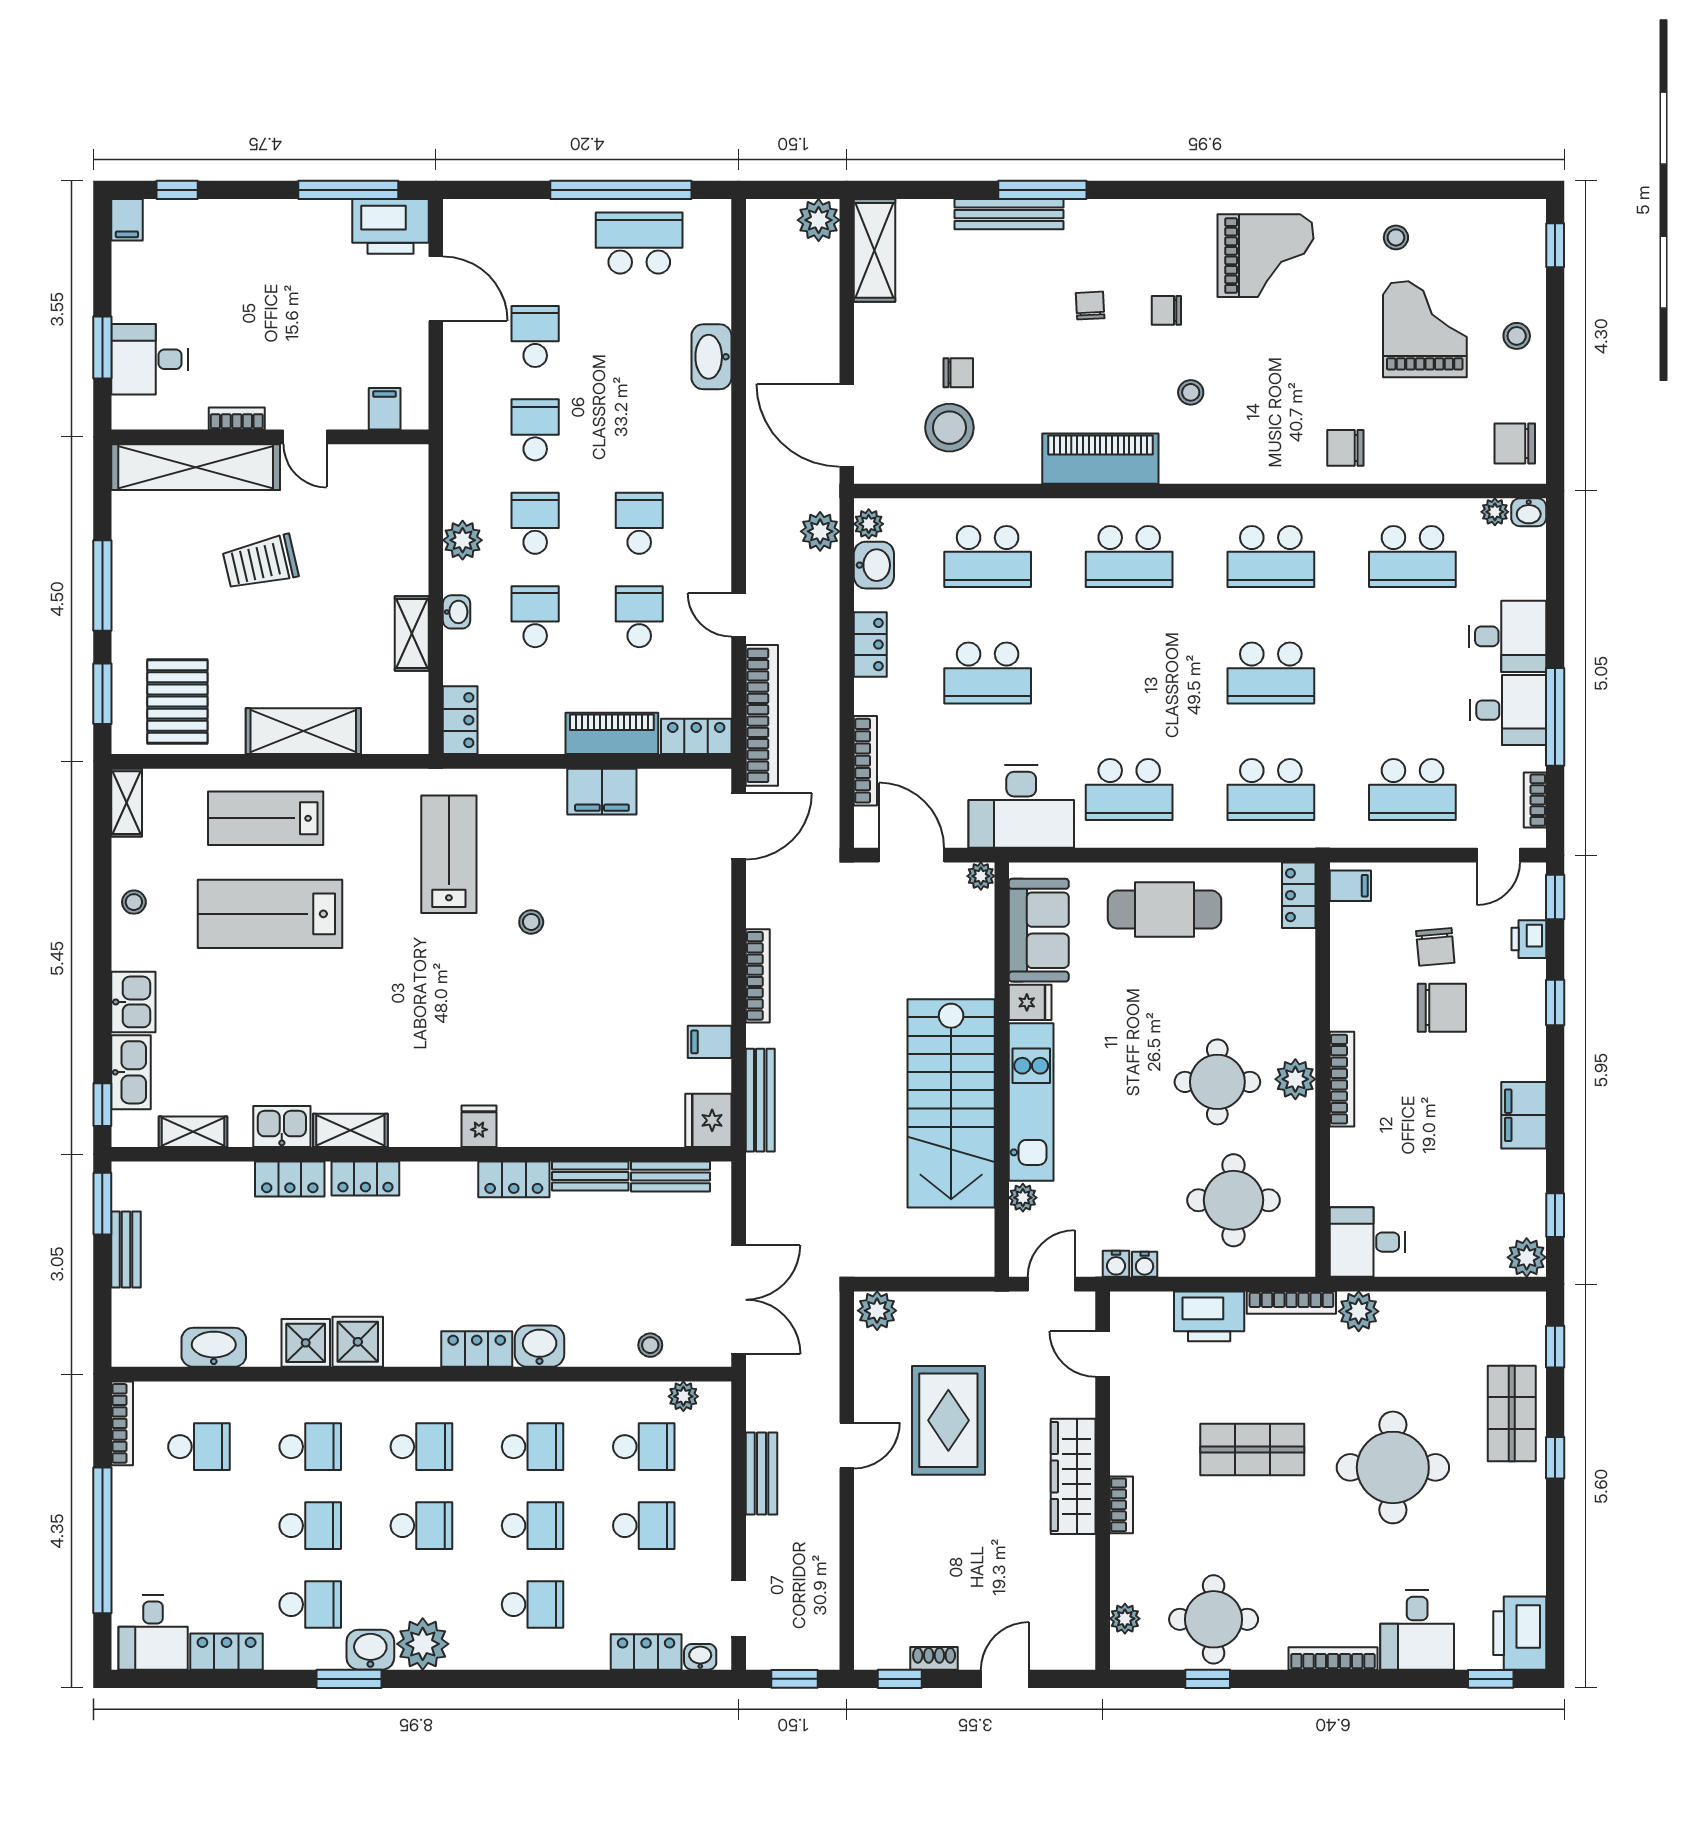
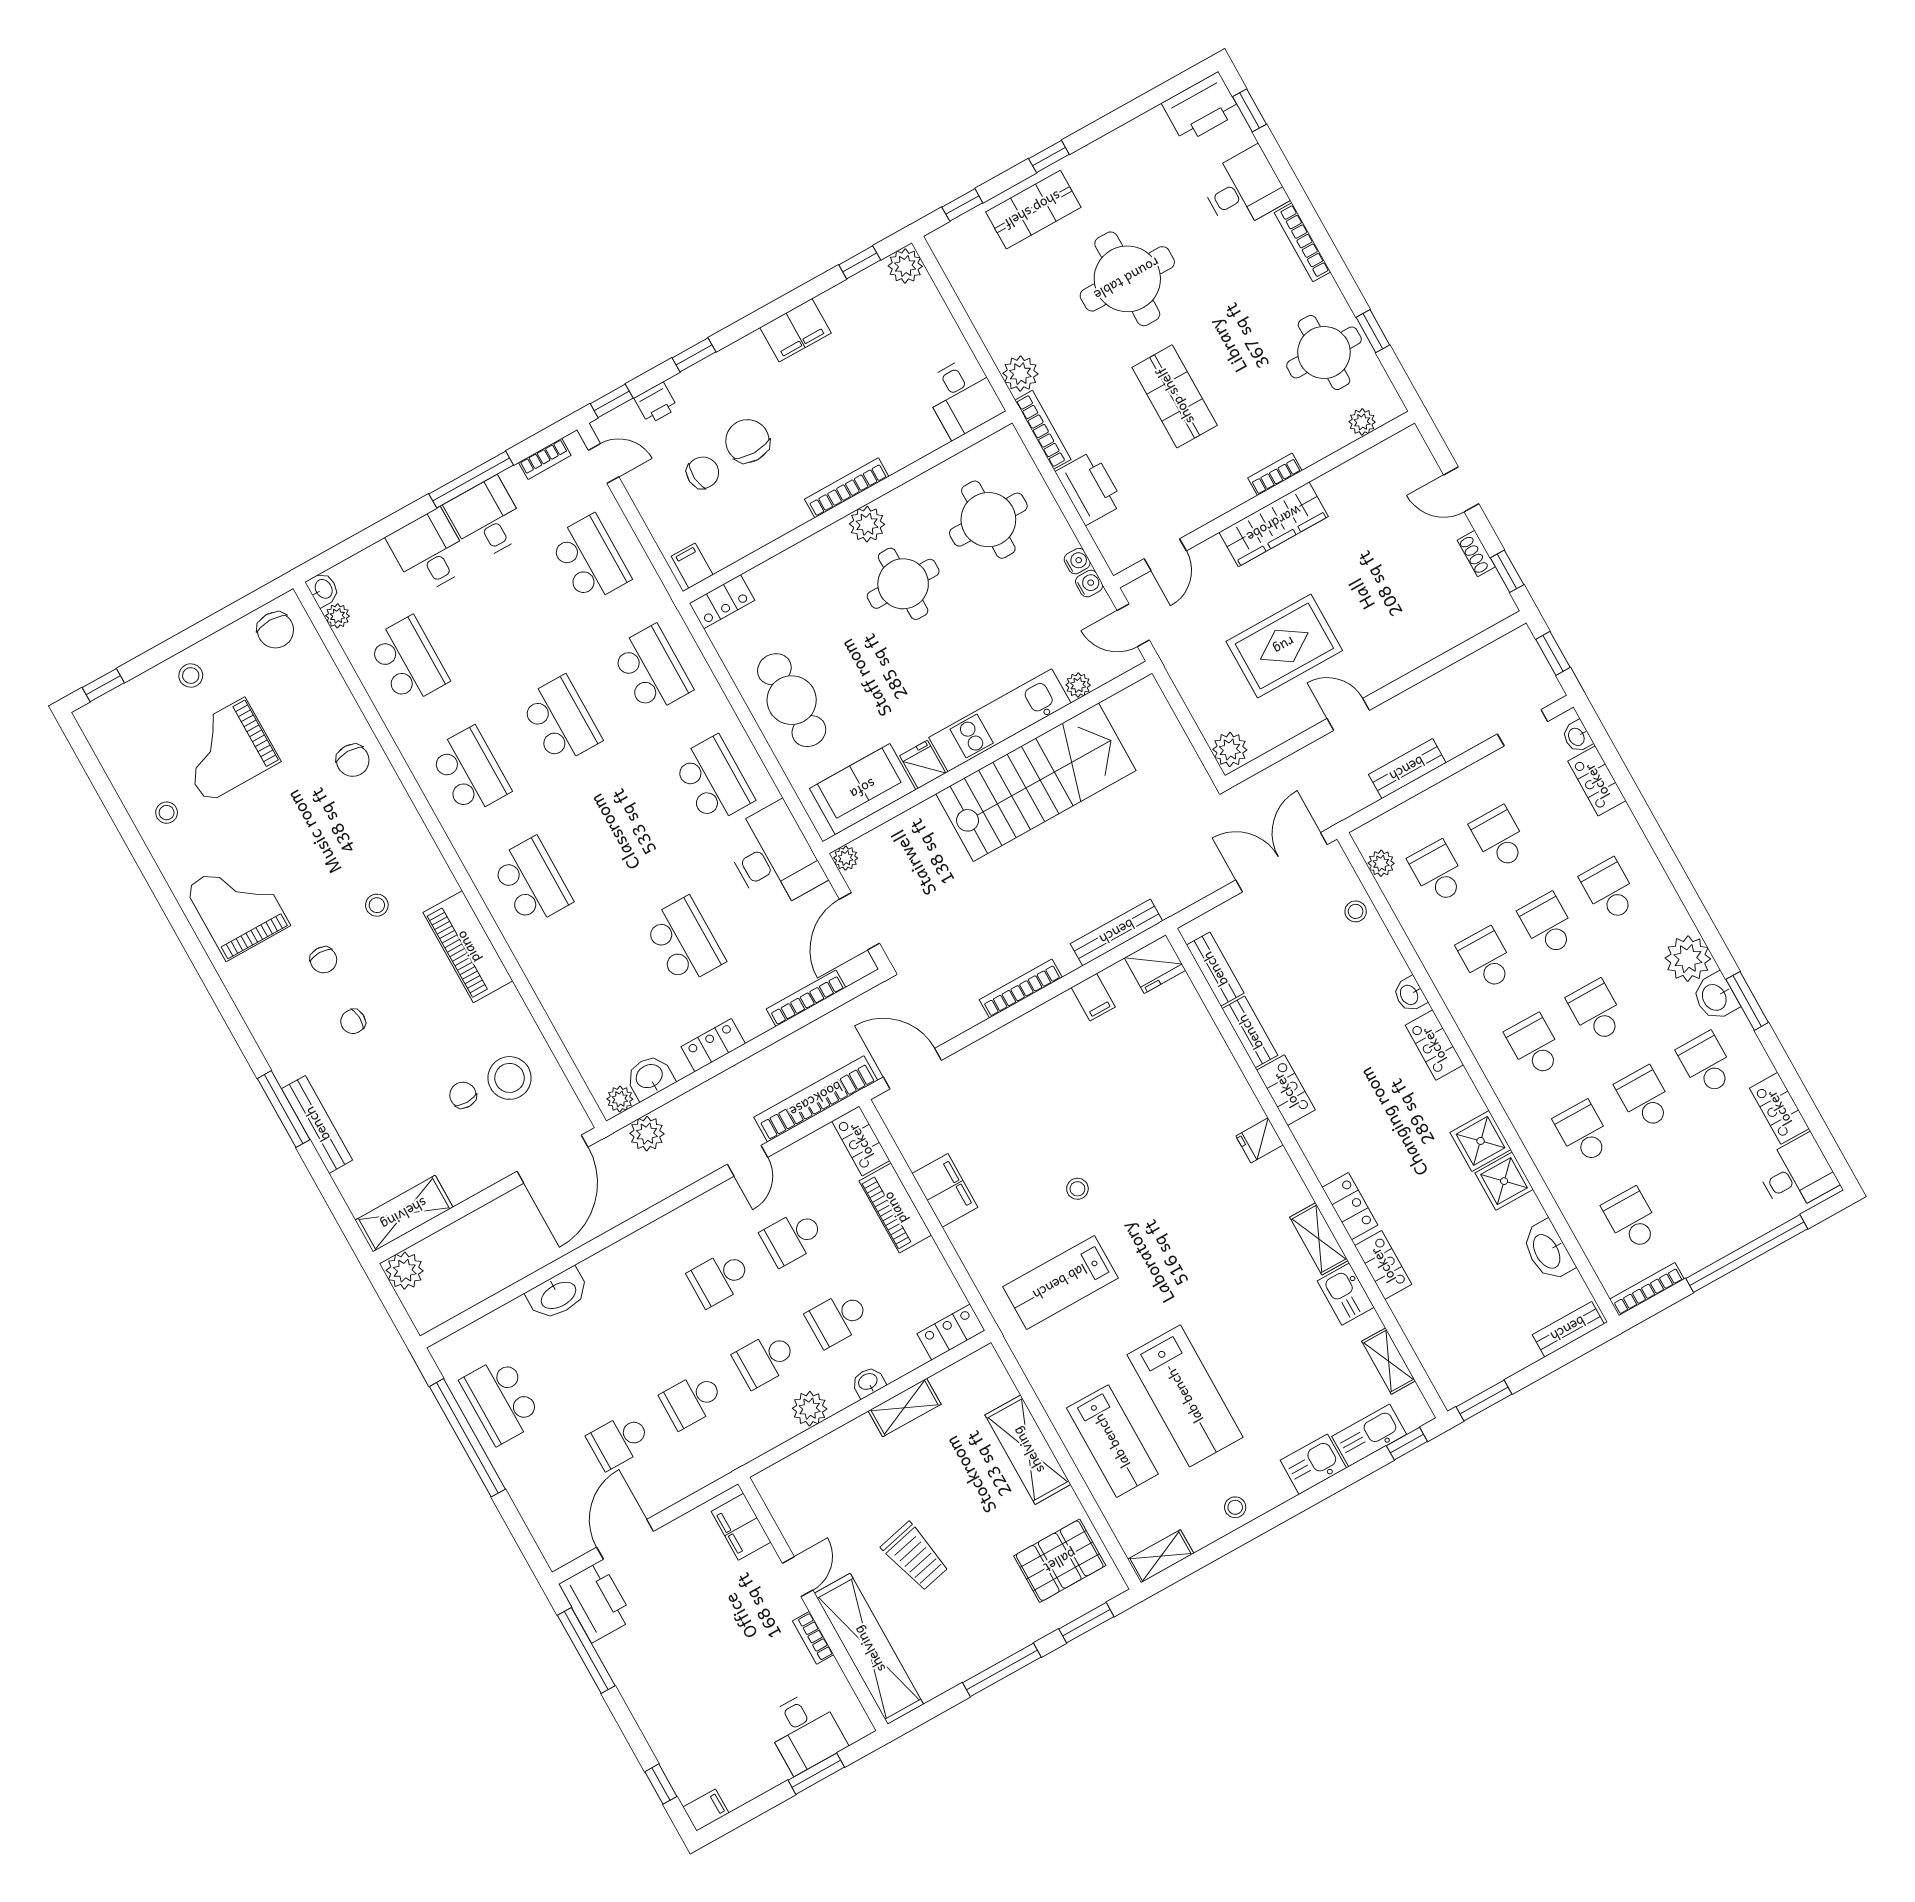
filing cabinet: (385, 409) -> (741, 1527), width x2.00
school desk: (988, 557) -> (593, 992), removed
bench: (126, 1249) -> (1568, 1329), moved
washbasin: (540, 1346) -> (1410, 995), width x0.72, depth x0.69

